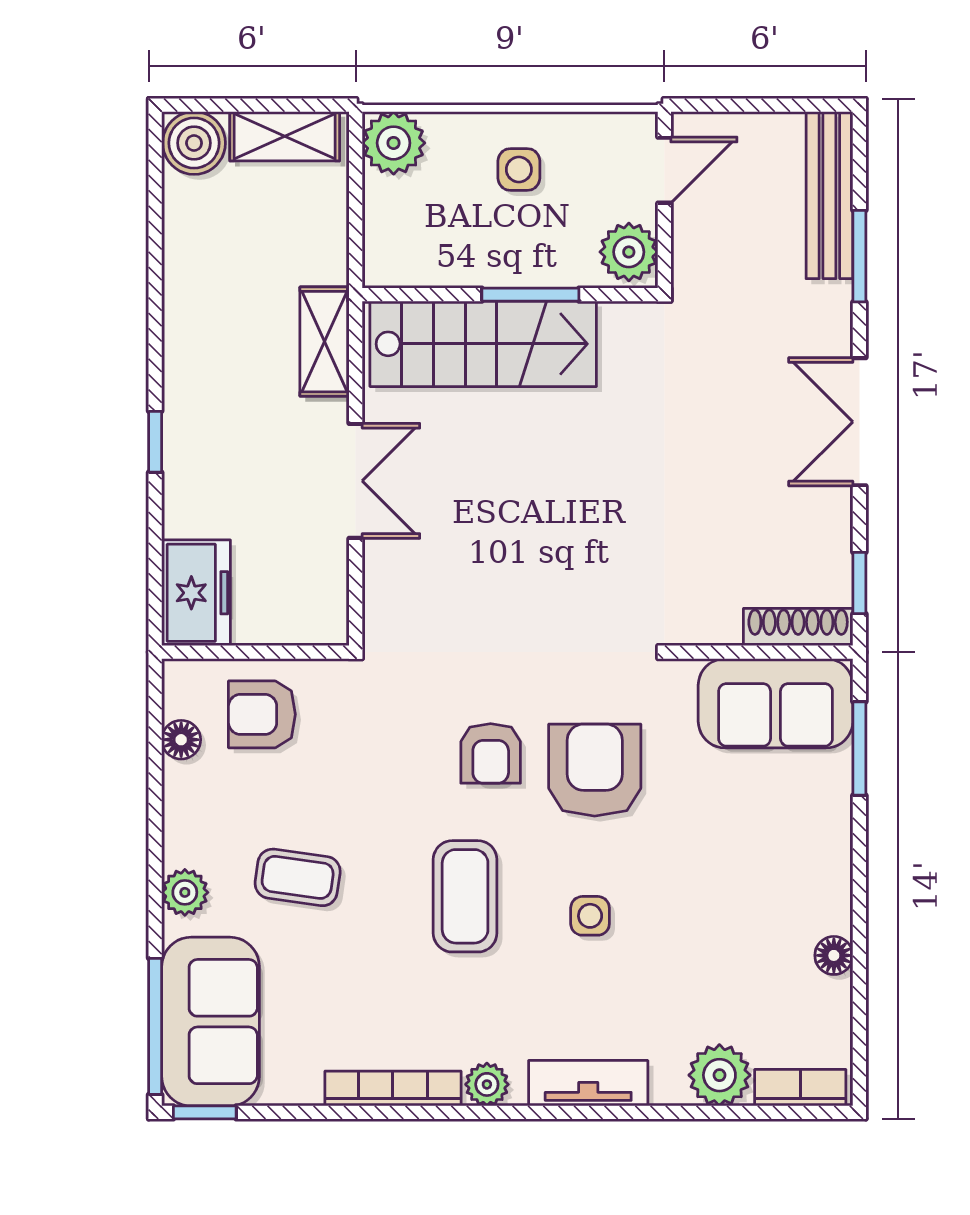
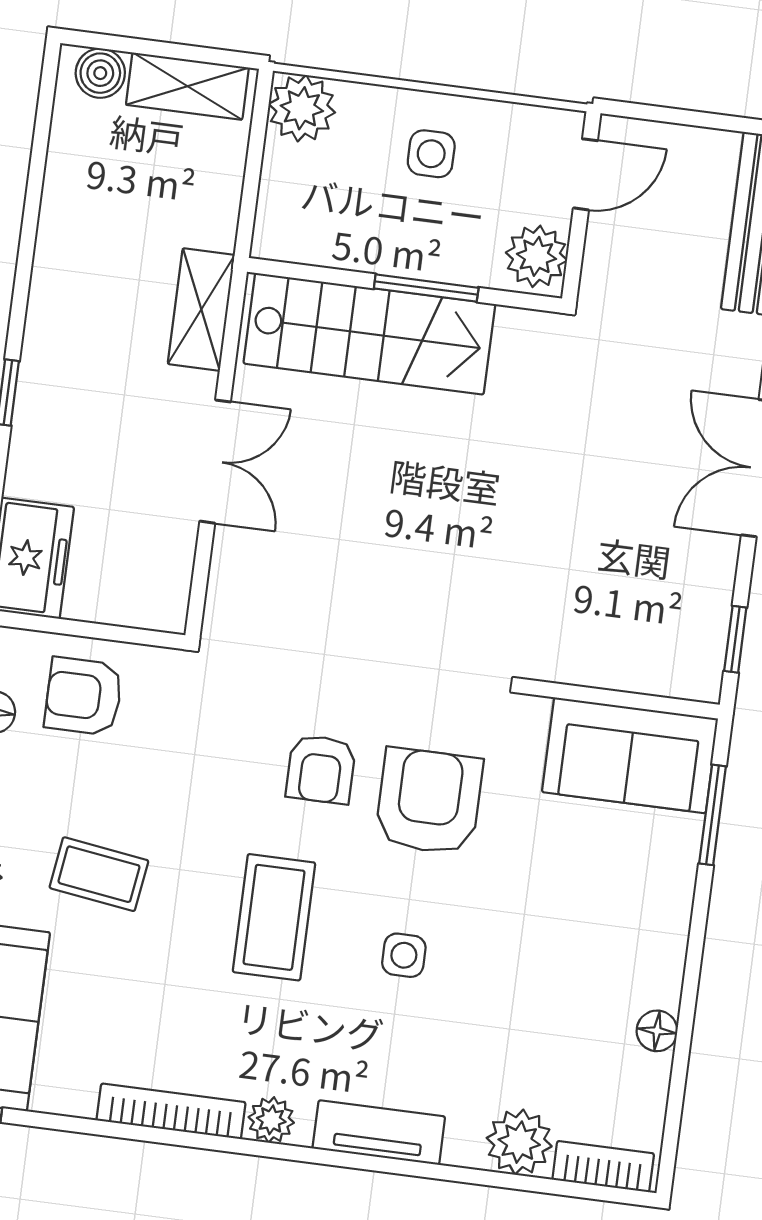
boiler: (194, 143) -> (100, 73), width x0.73, depth x0.73
shoe rack: (798, 627) -> (664, 677), removed

